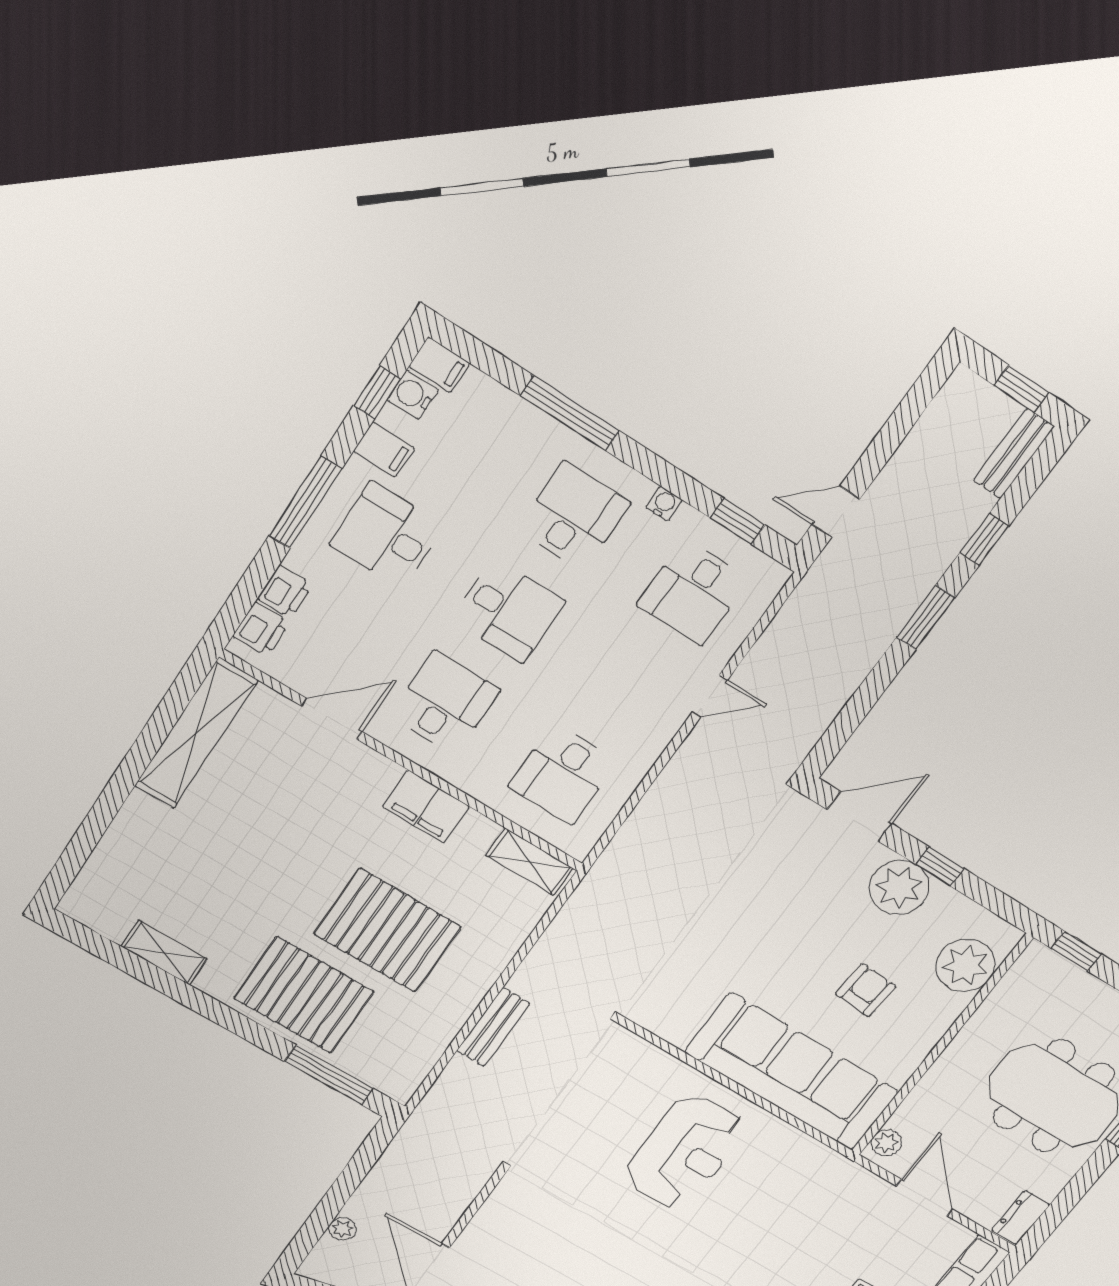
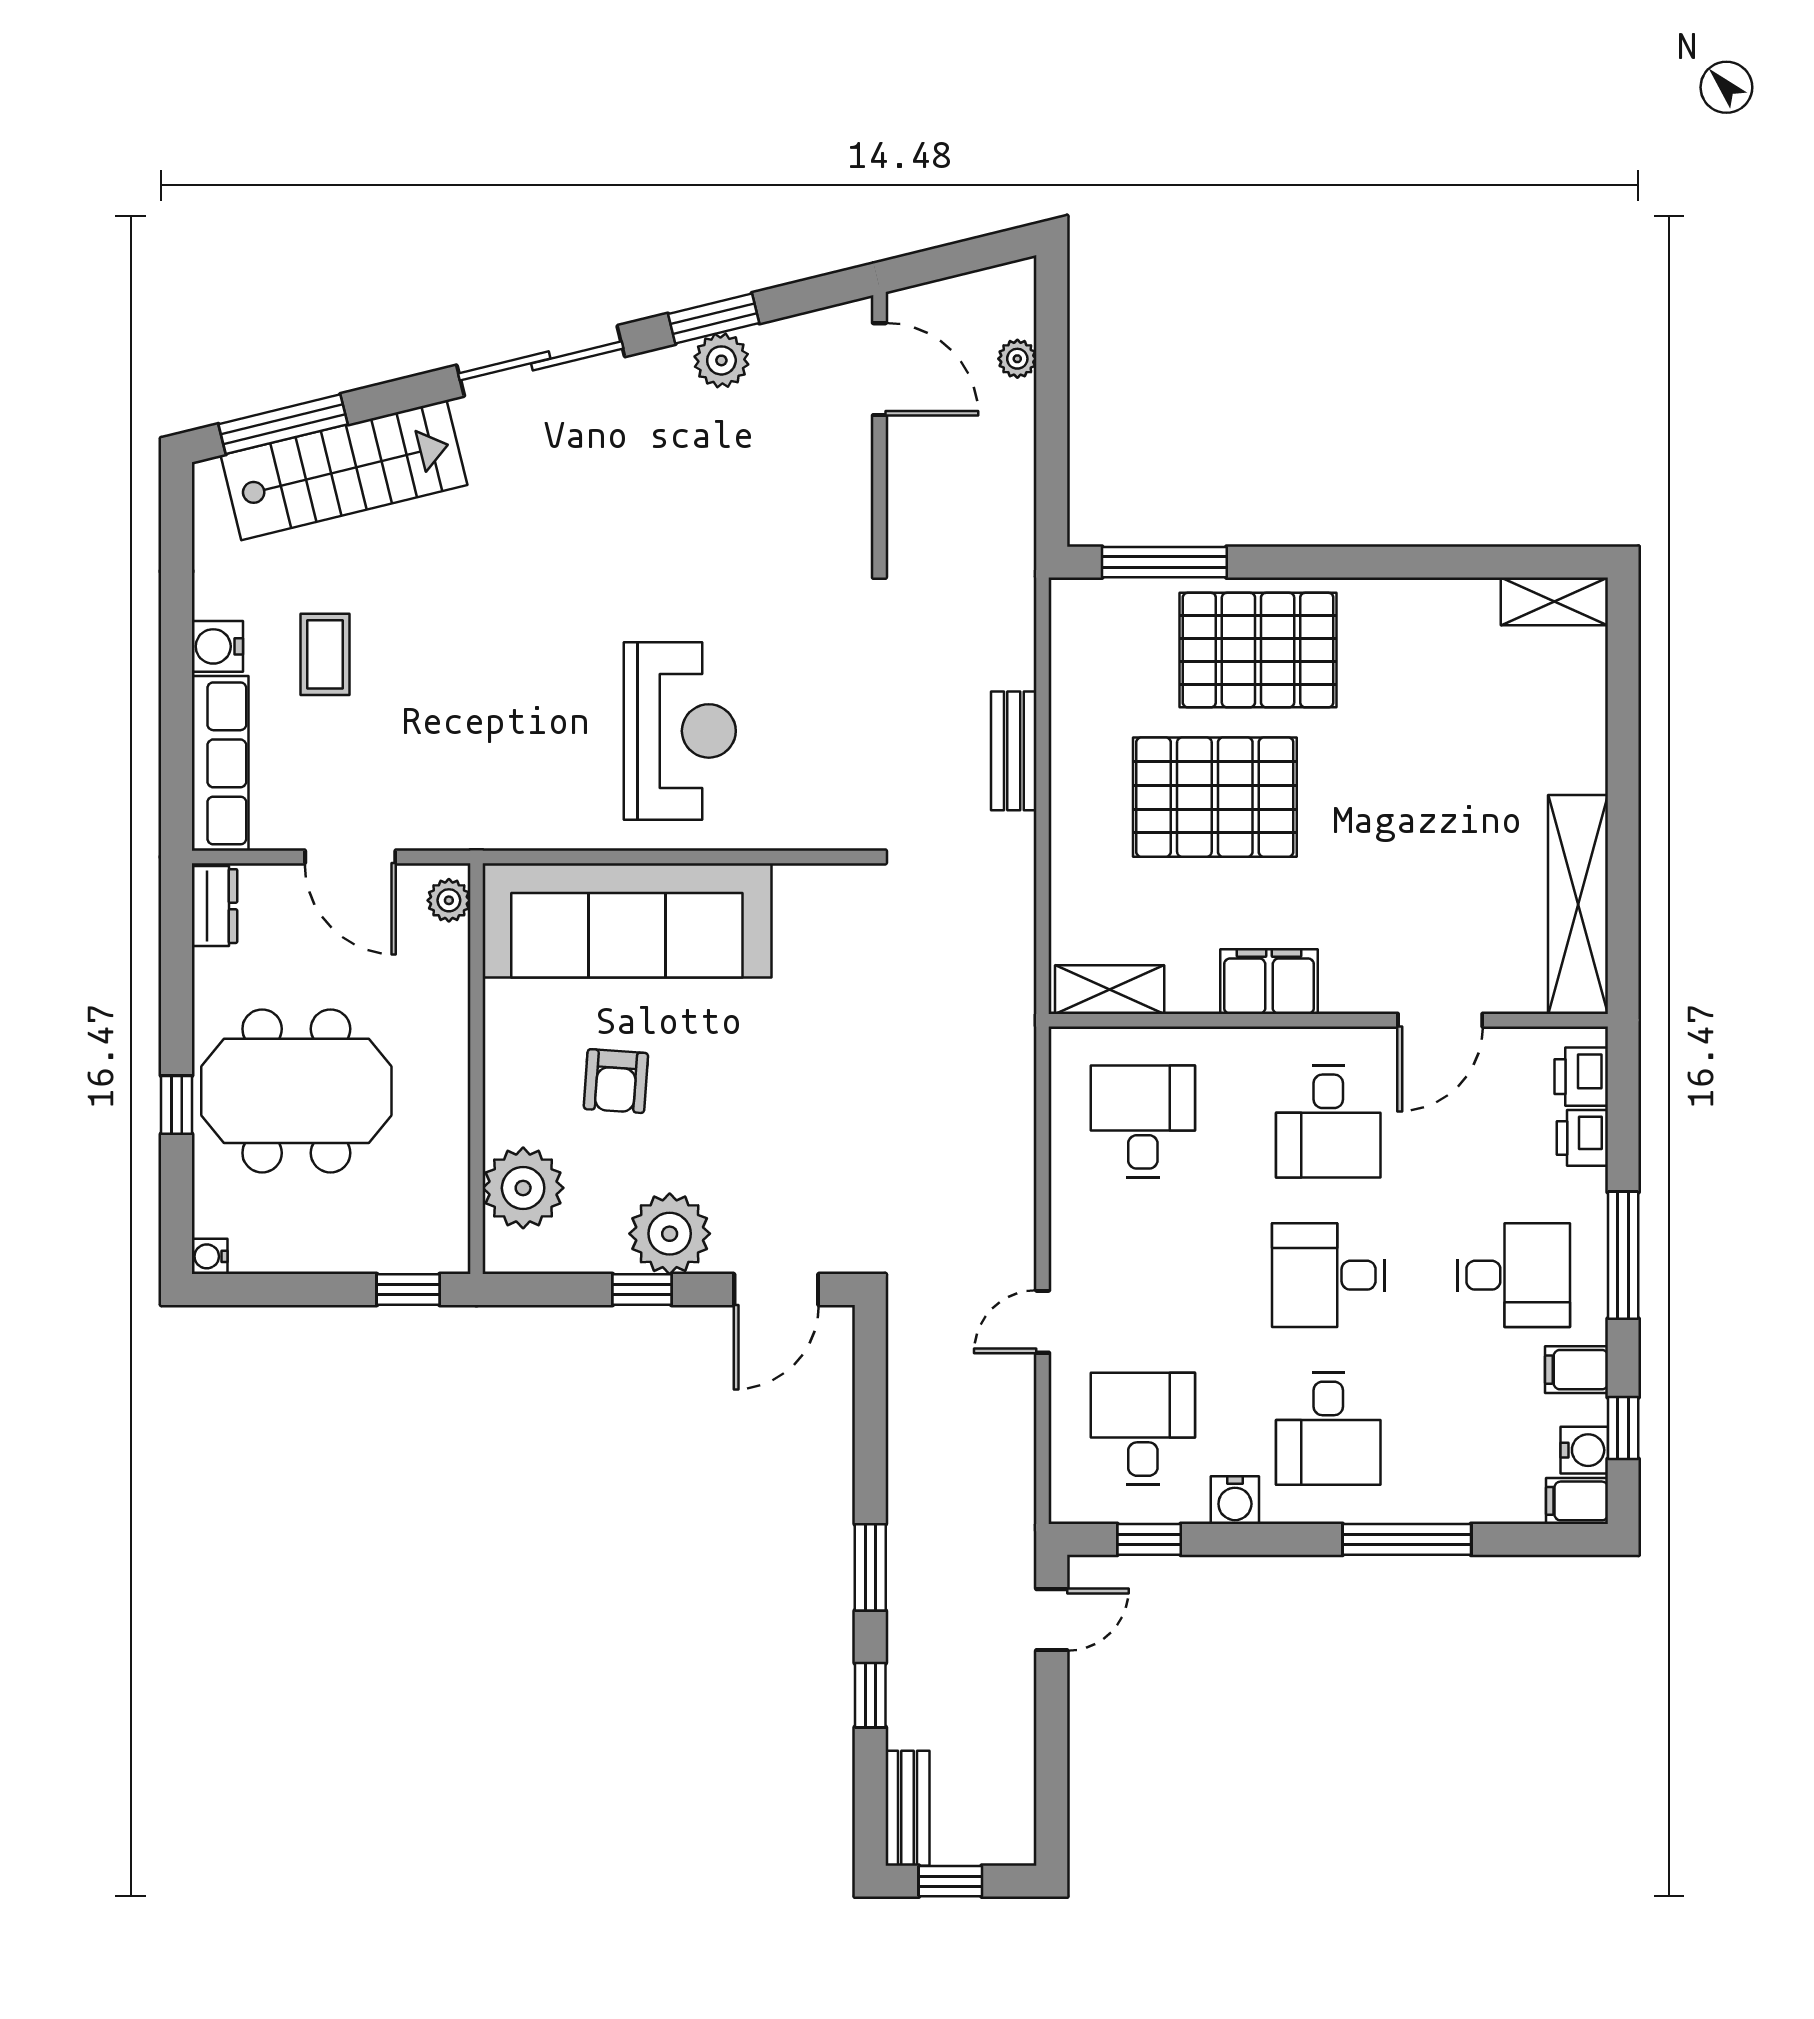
water cooler: (664, 504) -> (1235, 1500), width x1.38, depth x1.38
shelving: (164, 953) -> (1554, 601), moved
reception desk: (684, 1152) -> (680, 731), turned 180

